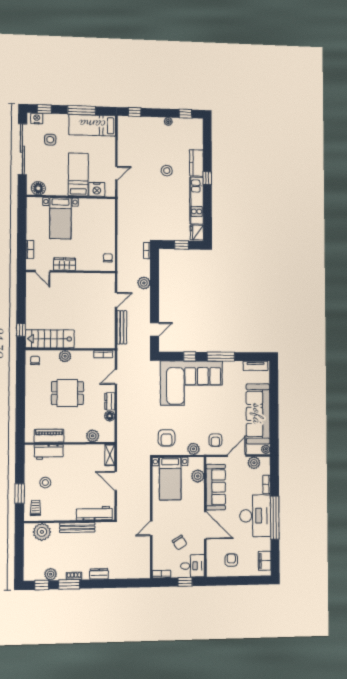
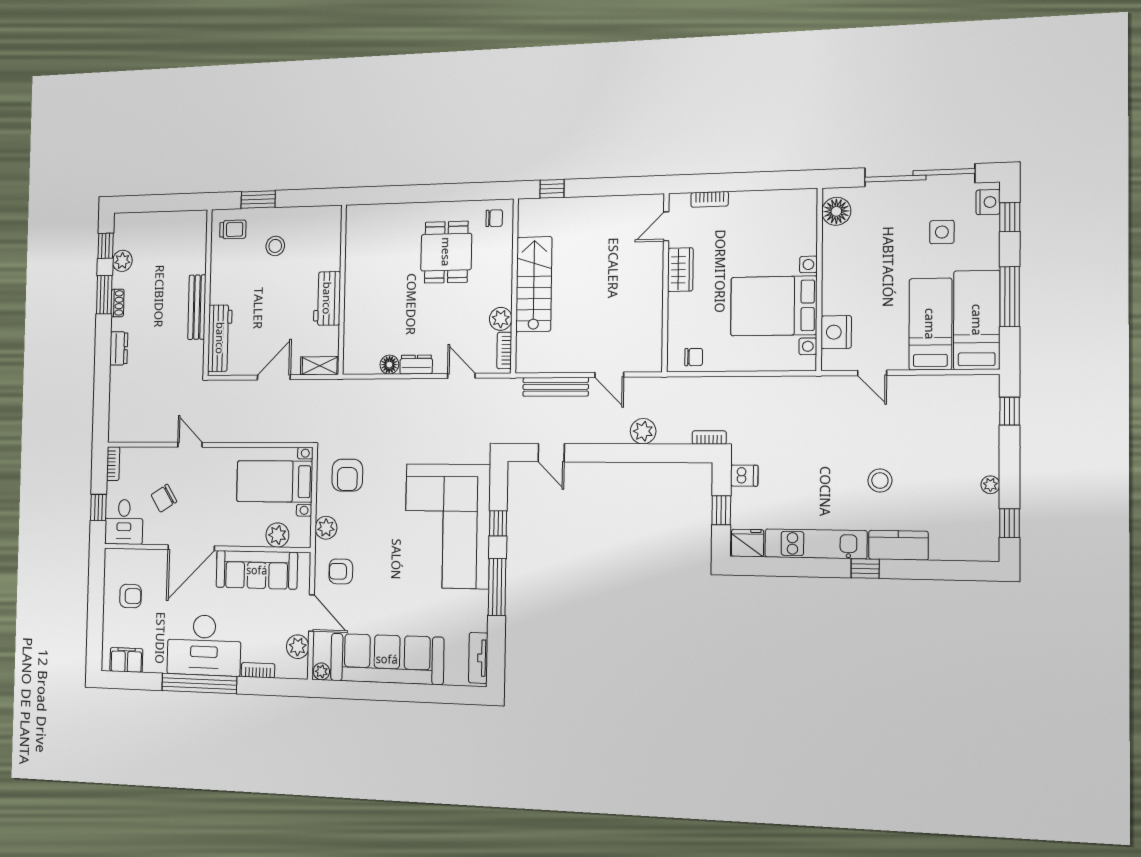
bed: (78, 174) -> (930, 324), moved, turned -90
bed with nightstands: (60, 218) -> (774, 306), moved, width x1.36
dishwasher: (165, 234) -> (744, 476), added
stairs: (50, 339) -> (534, 284), moved
plant: (65, 356) -> (501, 319), moved
dining table: (67, 393) -> (446, 252), moved
piano: (49, 436) -> (357, 250), removed
plant: (93, 436) -> (354, 332), removed
armchair: (167, 438) -> (347, 475), turned -90
workbench: (49, 452) -> (327, 298), moved
plant: (42, 532) -> (192, 243), removed

